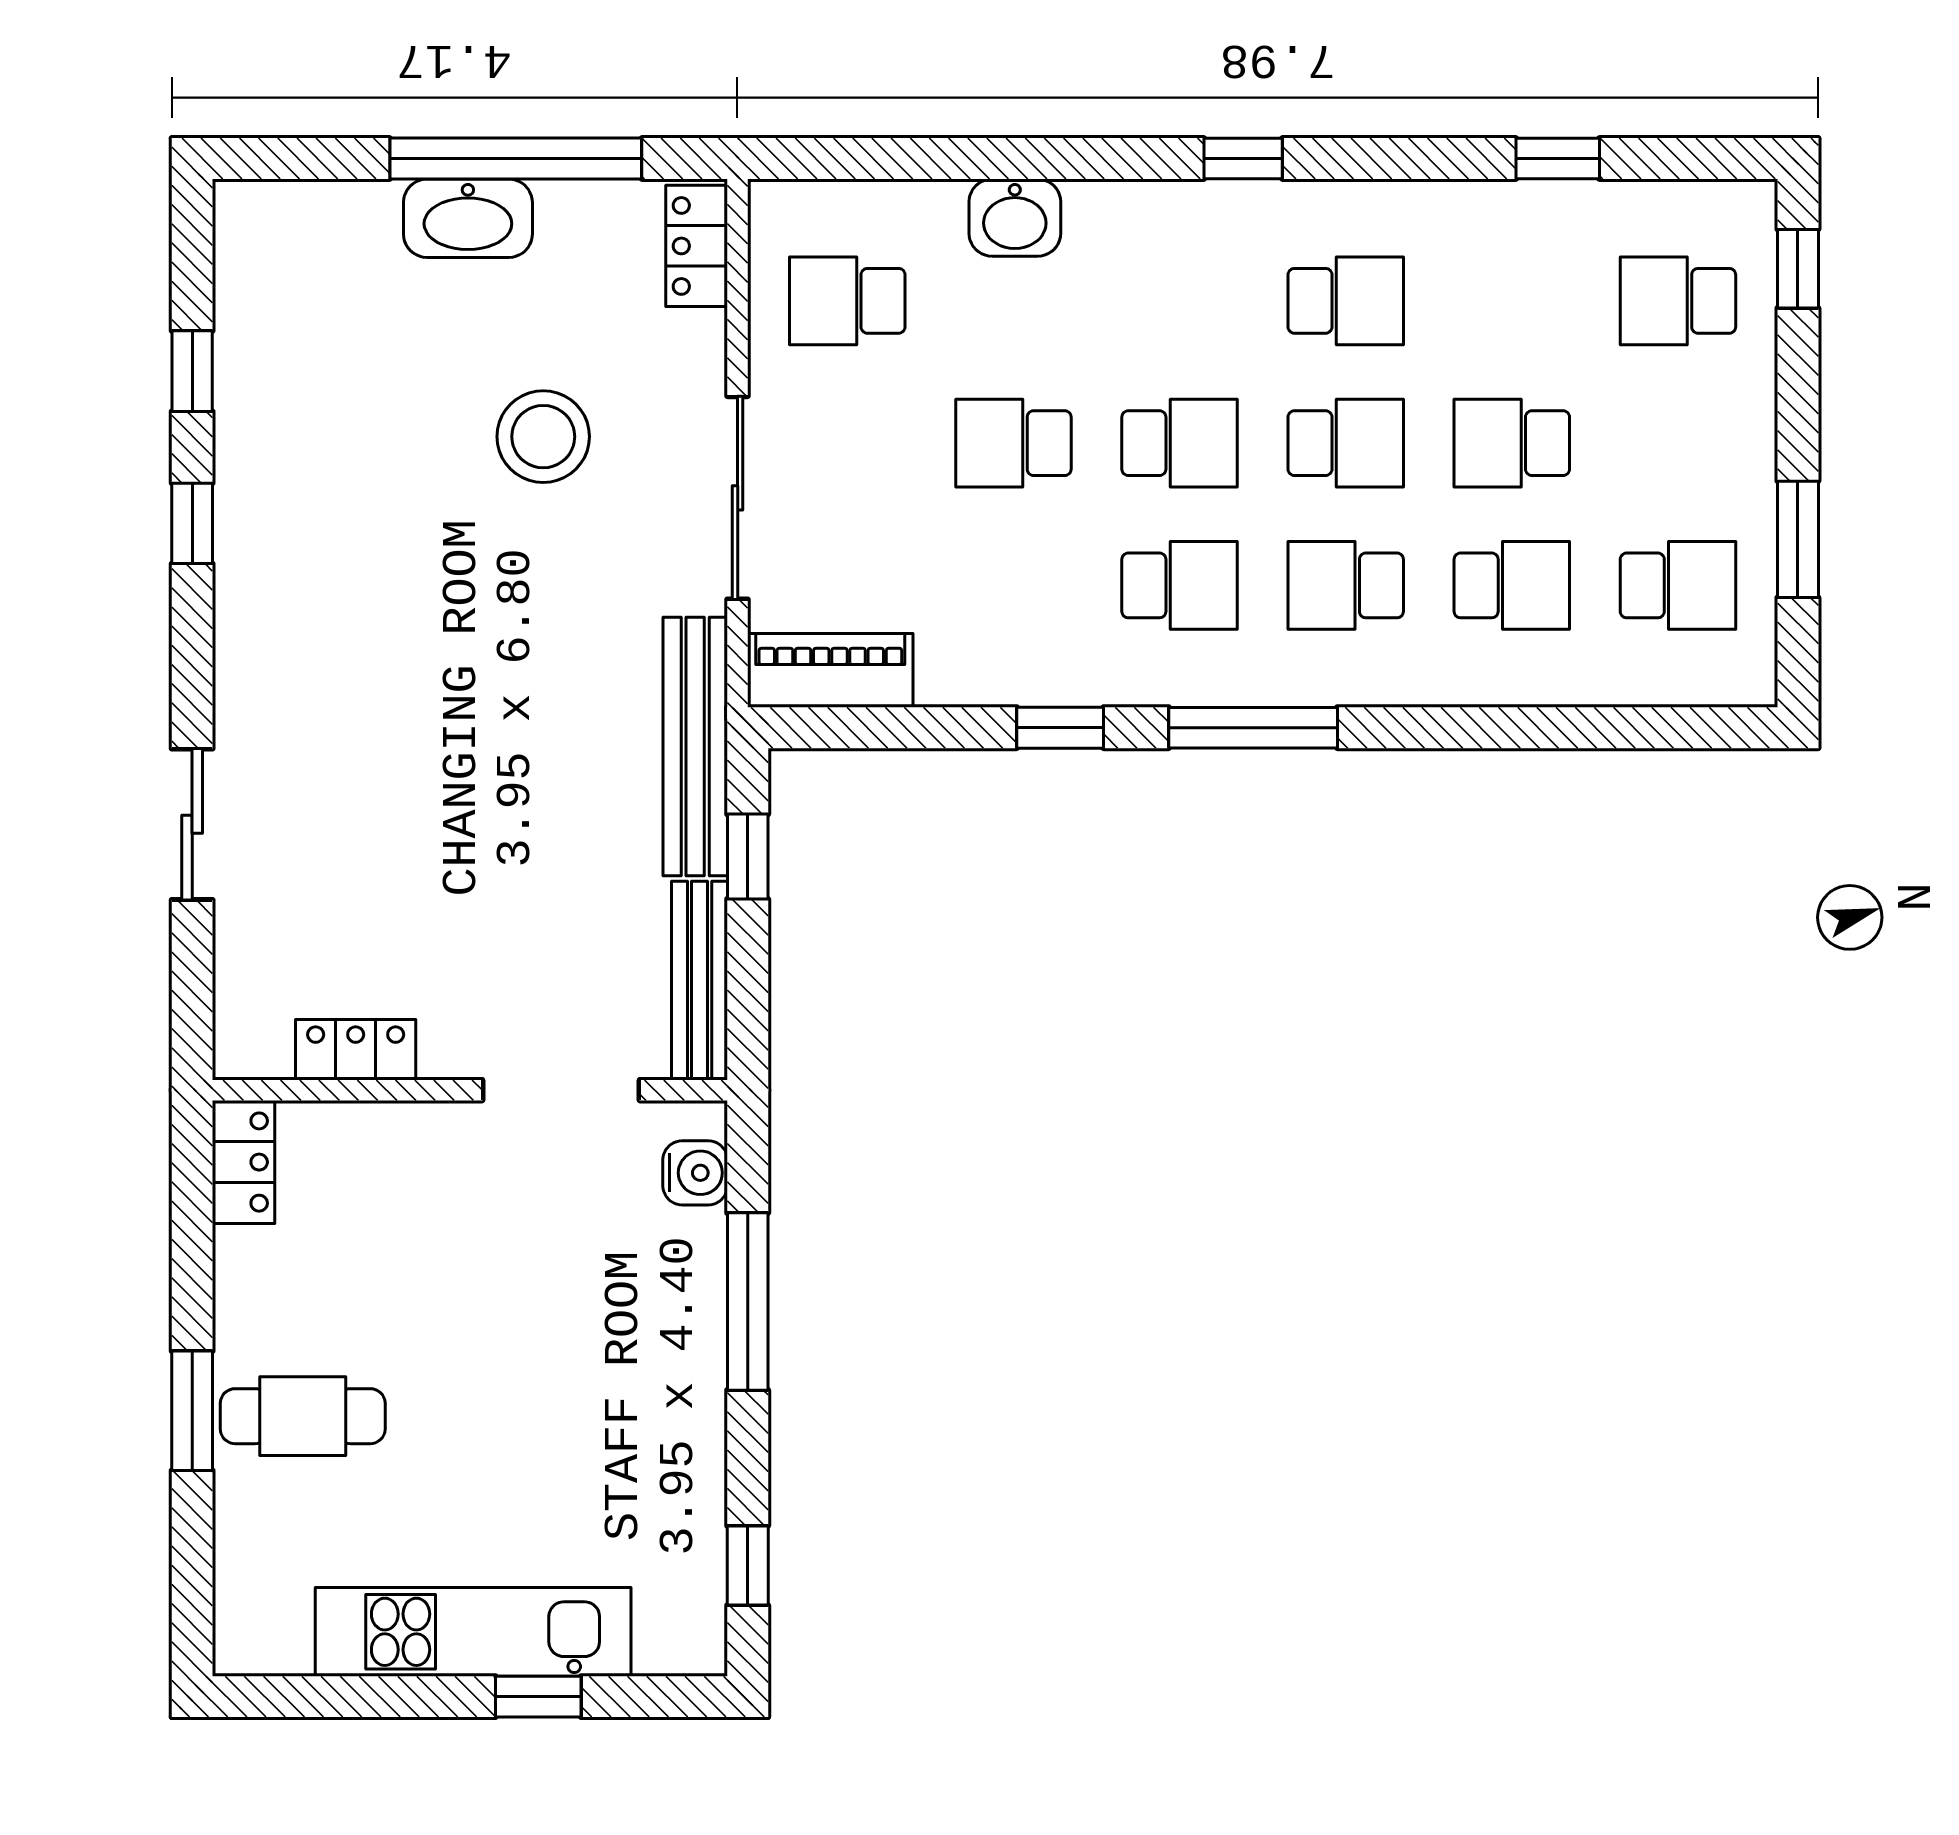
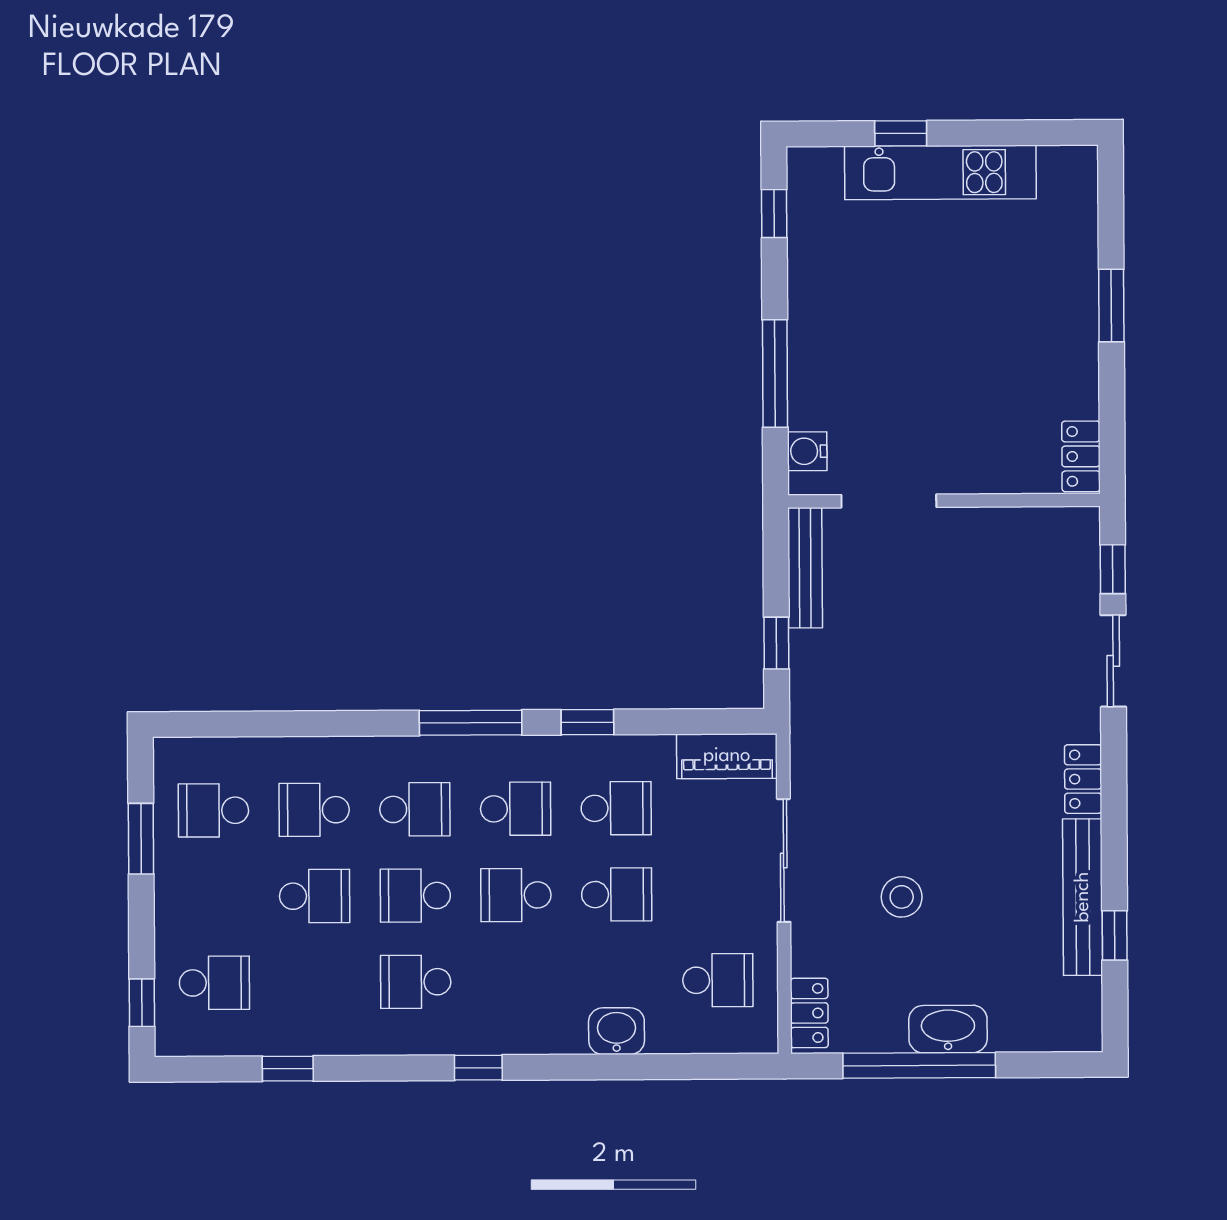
stool: (543, 437) -> (902, 897), width x0.73, depth x0.73
window: (192, 523) -> (1113, 569), moved
school desk: (1013, 585) -> (616, 808), added
school desk: (1180, 585) -> (516, 809), turned 180
bench: (695, 746) -> (1083, 897), moved
locker: (356, 1050) -> (1083, 779), moved, turned 90
cafe table: (303, 1416) -> (1044, 303), removed

